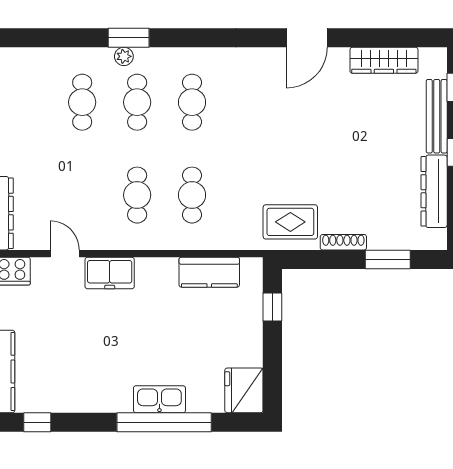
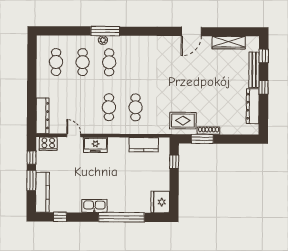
window: (129, 38) -> (105, 31), width x1.44
cafe table: (192, 102) -> (56, 62), moved
window: (388, 259) -> (202, 139), moved
kitchen sink: (159, 399) -> (94, 206), moved

